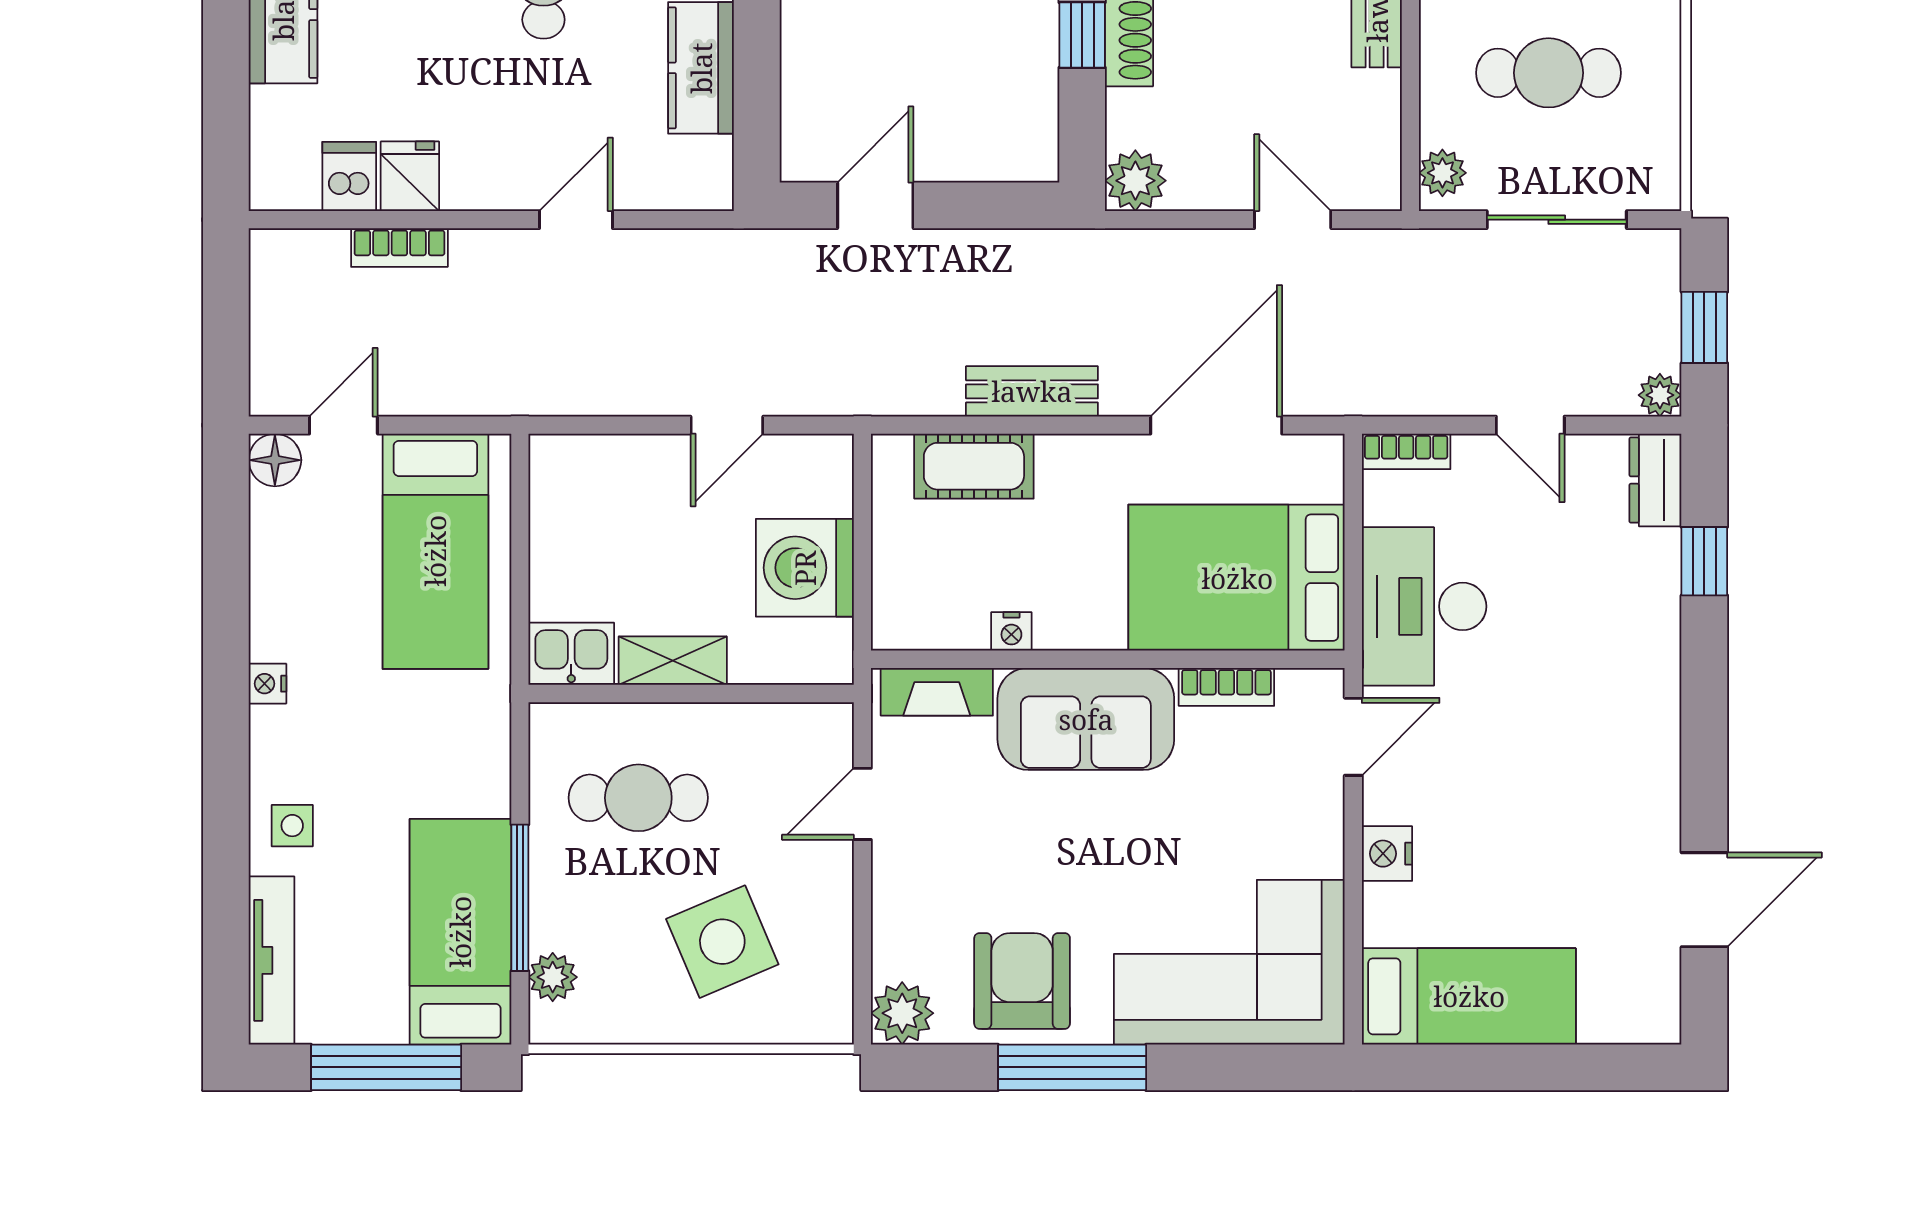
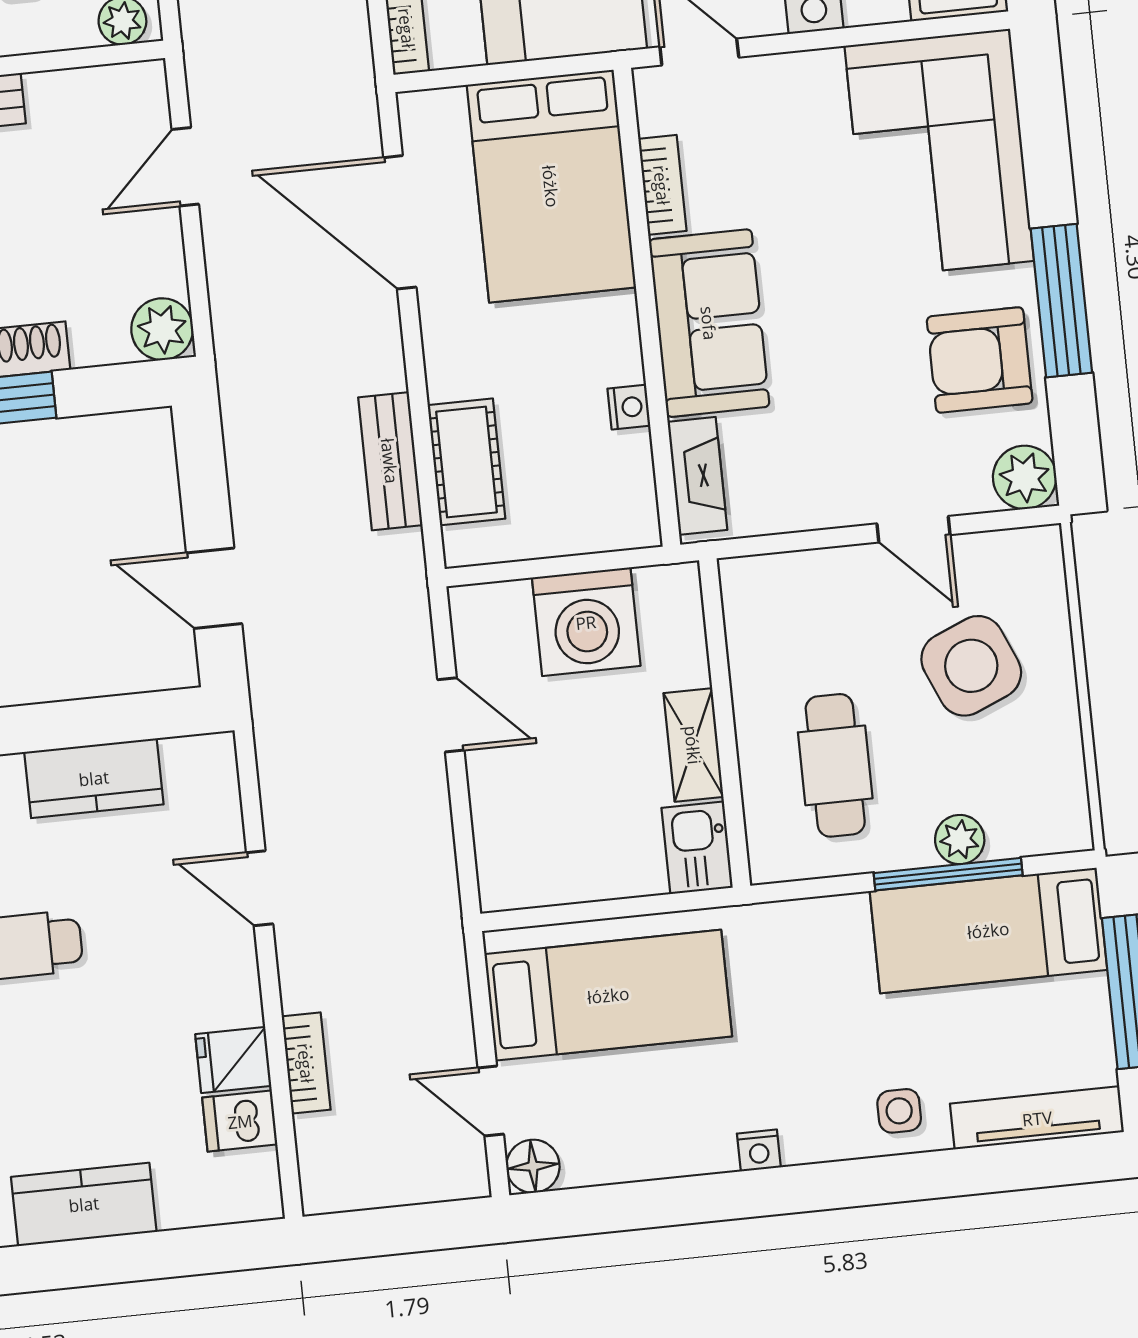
bench: (1032, 391) -> (390, 461), moved
door: (862, 804) -> (914, 529), moved
plant: (553, 977) -> (960, 840), moved

